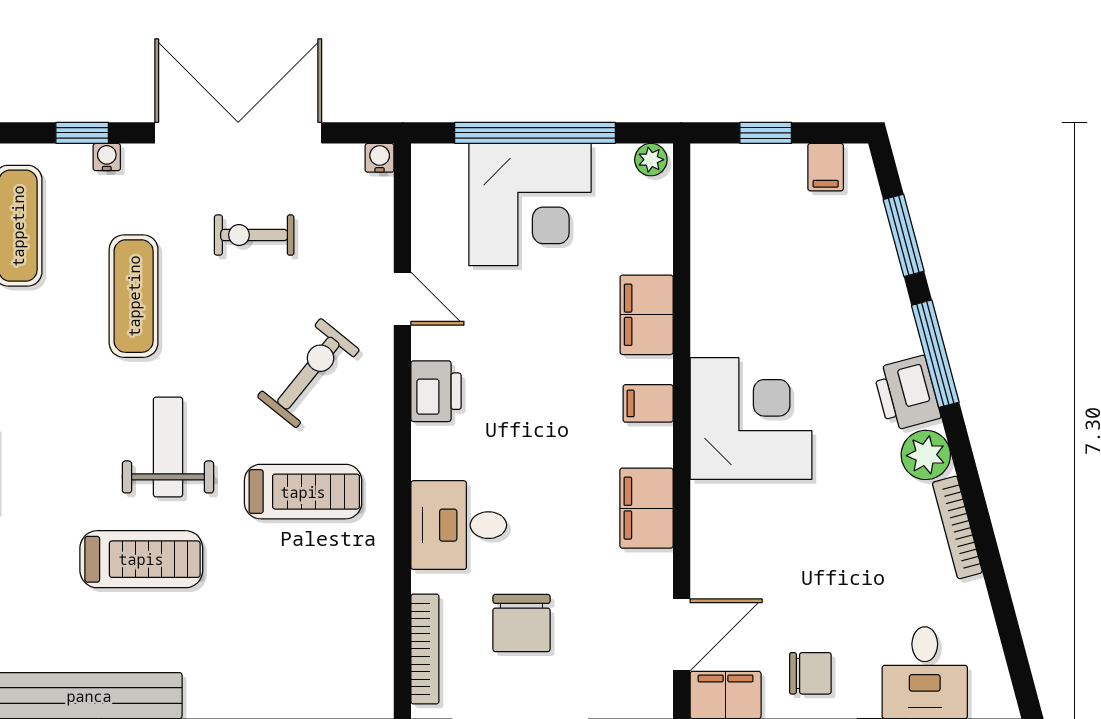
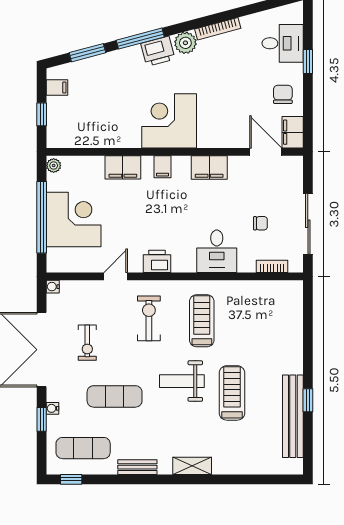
exercise bike: (308, 373) -> (149, 318), turned 51
chair: (522, 623) -> (260, 223), width x0.54, depth x0.54
bookcase: (425, 649) -> (272, 266), width x0.64

